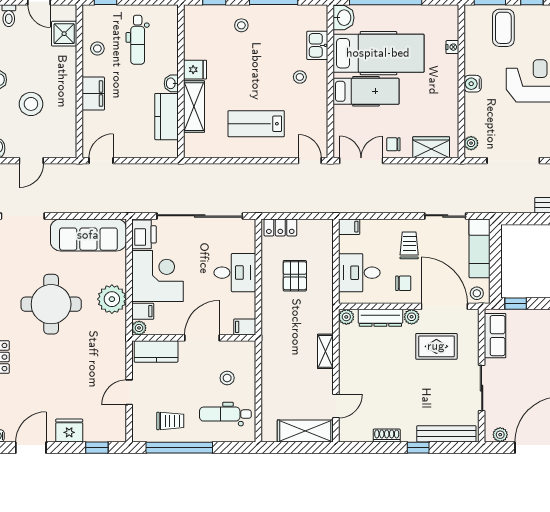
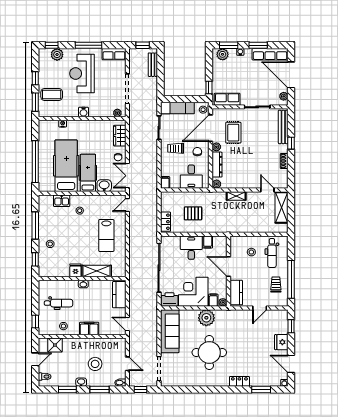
washbasin: (343, 18) -> (104, 186), moved
kitchen counter: (166, 117) -> (119, 295), moved, turned 90
filing cabinet: (245, 327) -> (208, 242), moved
door: (129, 392) -> (260, 308), hinge flipped

